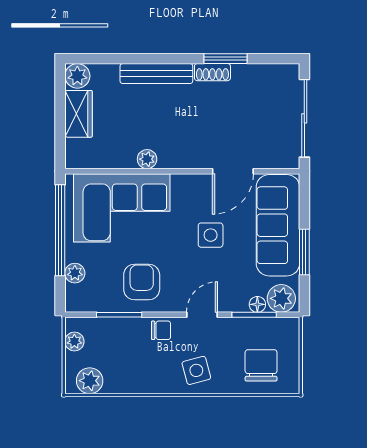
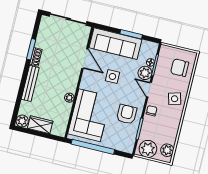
plant: (75, 273) -> (115, 145), removed
armchair: (142, 282) -> (127, 114), turned 90
plant: (281, 298) -> (145, 73), moved
plant: (74, 342) -> (148, 149), width x1.88, depth x1.88

